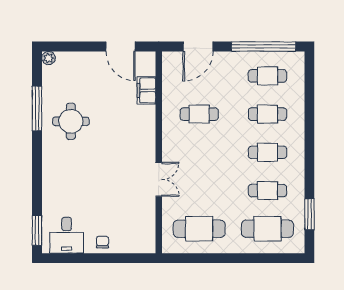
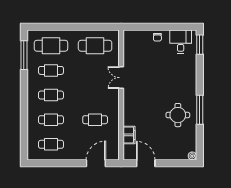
window: (264, 47) -> (53, 163), removed
window: (37, 108) -> (200, 110), moved
window: (309, 214) -> (24, 55), width x1.44

